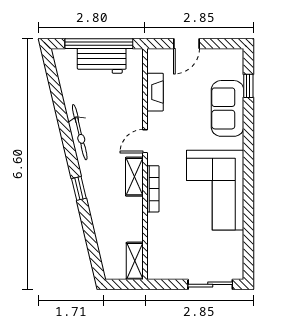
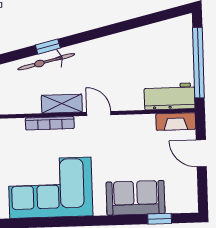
workbench: (102, 61) -> (170, 96), moved, turned 90
fireplace: (155, 92) -> (176, 122), moved
bicycle: (80, 132) -> (46, 62), moved

